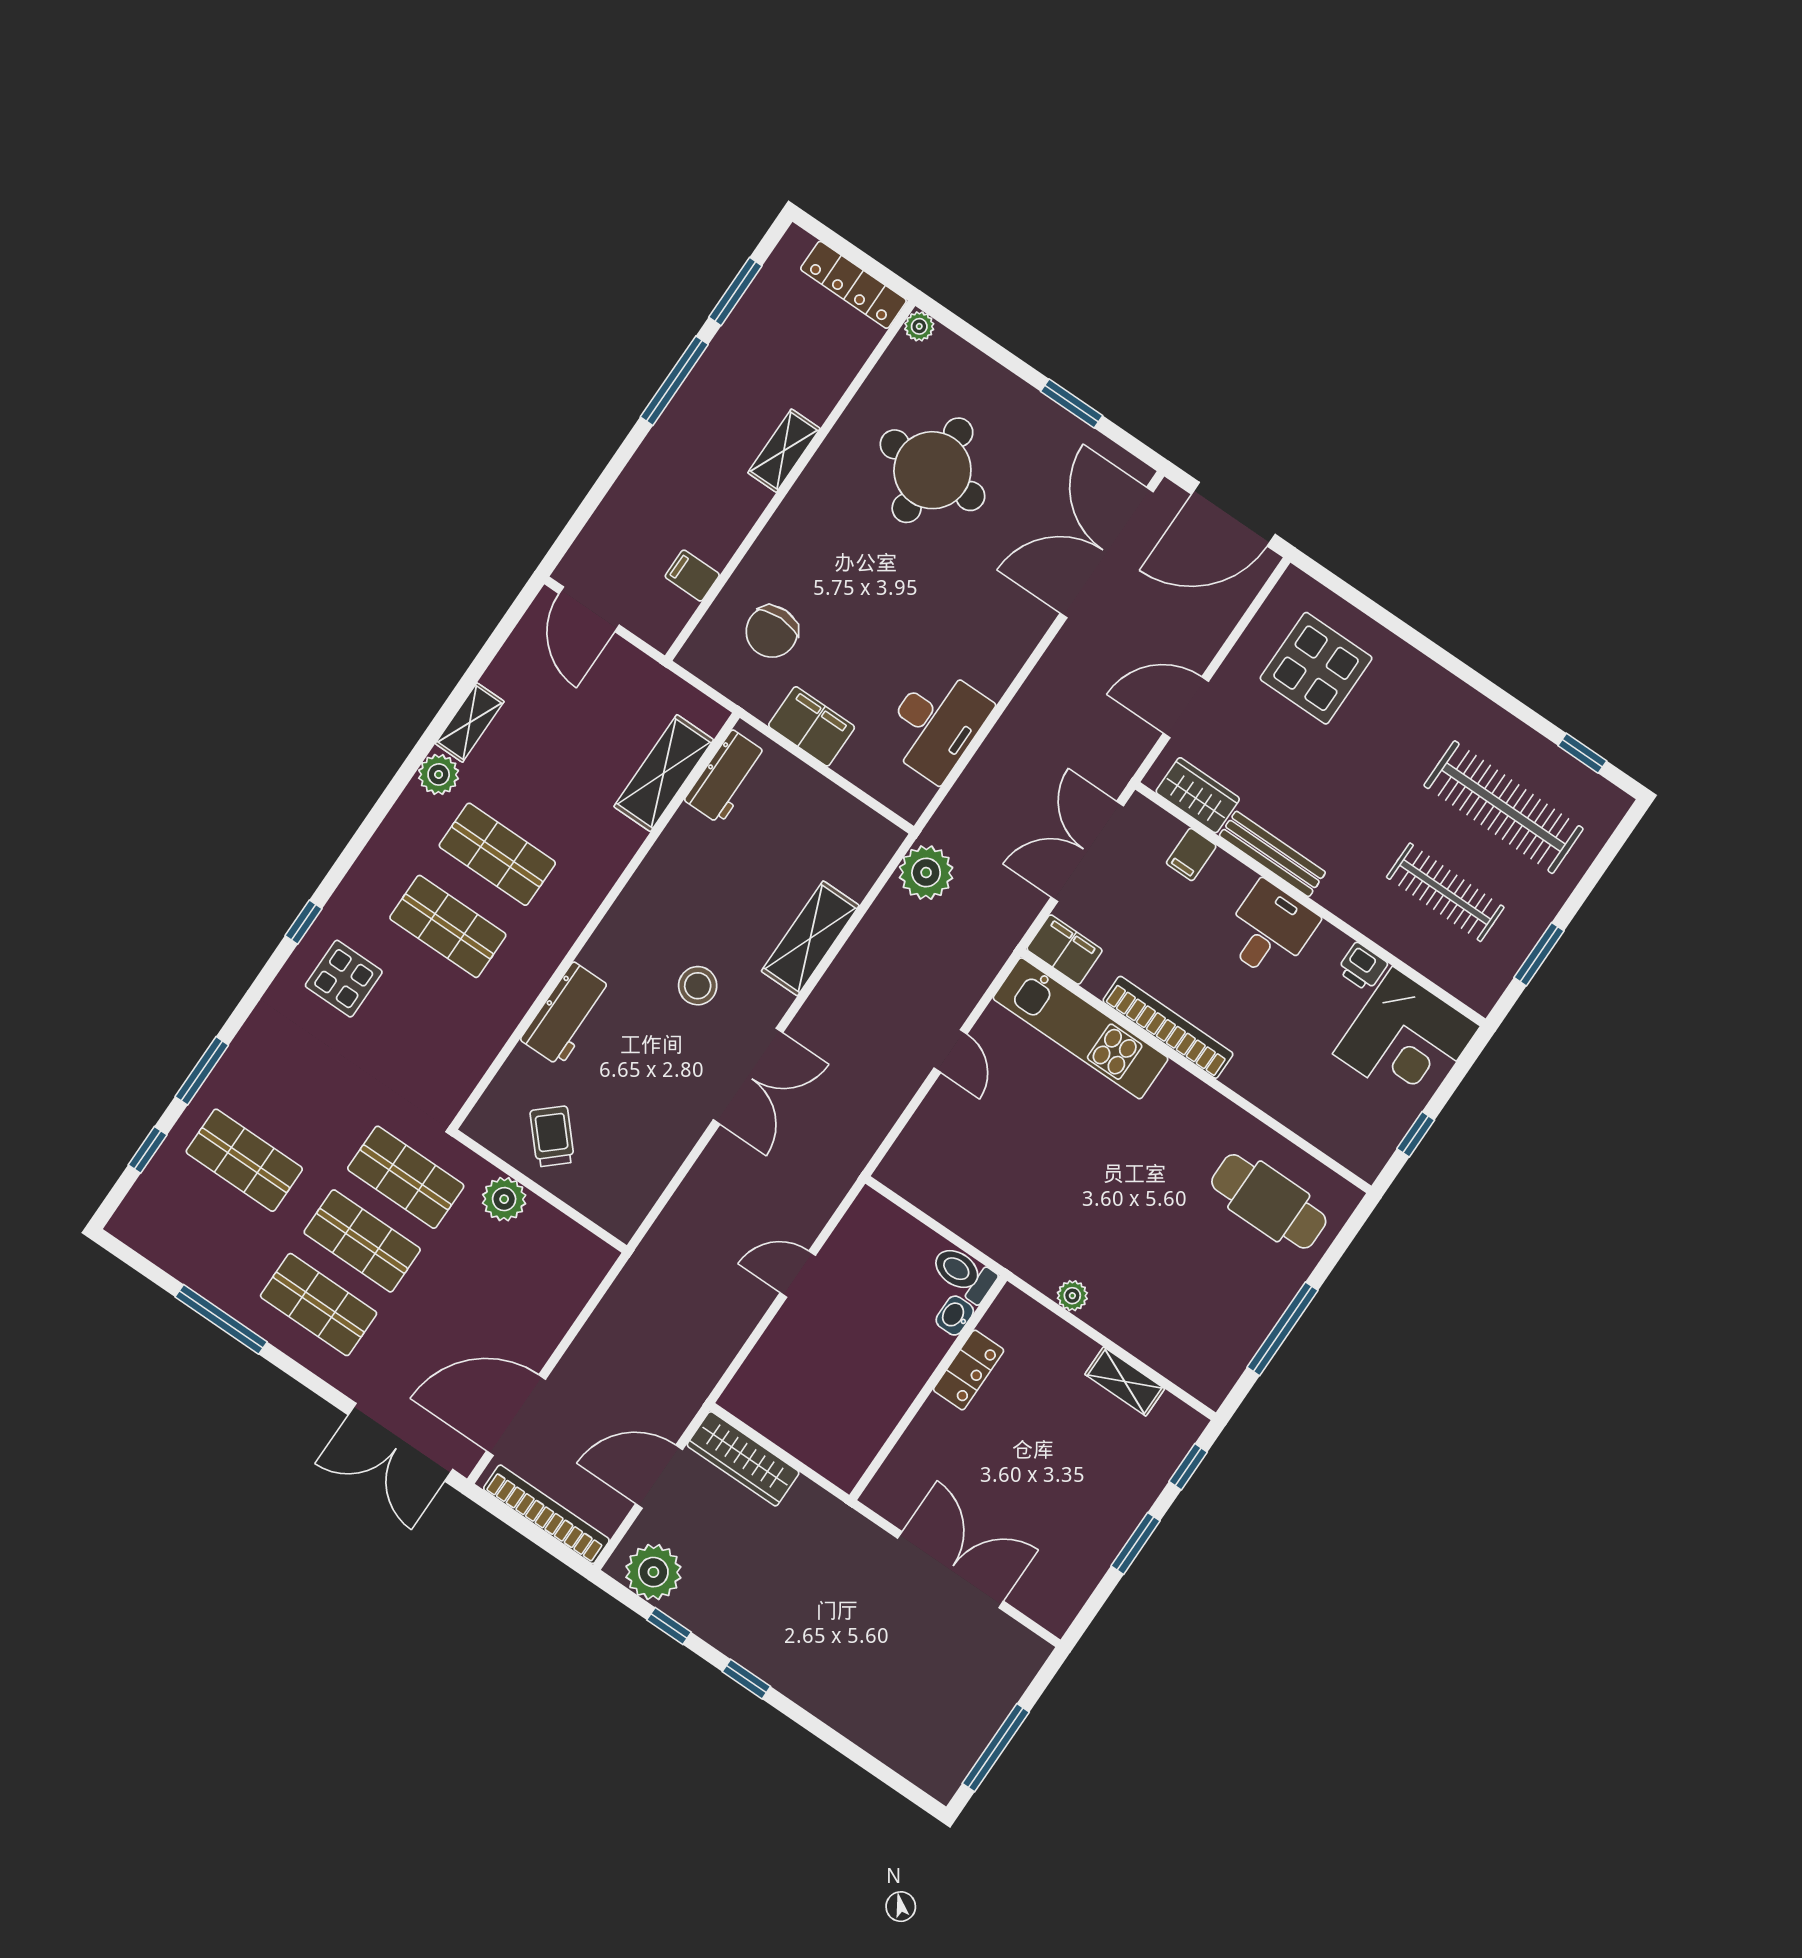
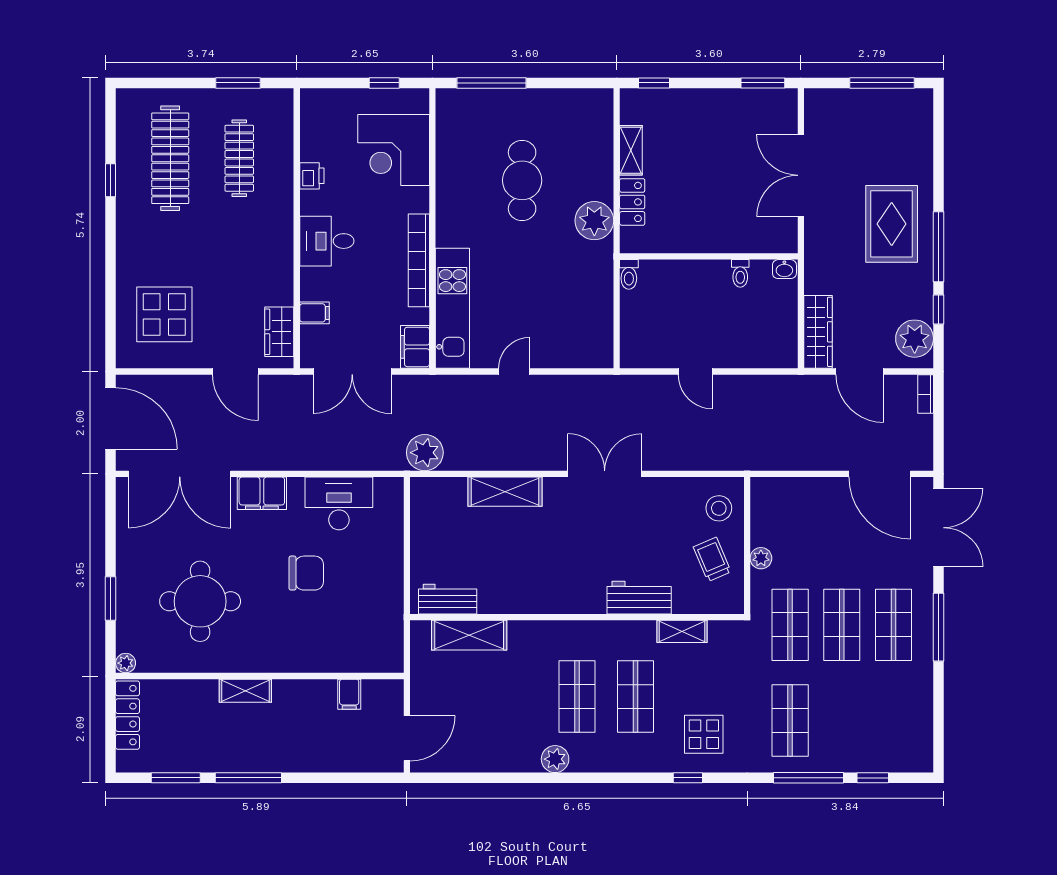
window: (1072, 404) -> (111, 599), moved
chair: (772, 632) -> (306, 573), moved
shelving: (470, 723) -> (682, 631), moved
filing cabinet: (812, 726) -> (262, 493), moved, turned -90
window: (1582, 753) -> (111, 180), moved
bench: (1272, 854) -> (283, 268), removed
stool: (698, 986) -> (719, 508), moved
corner desk: (1406, 1040) -> (394, 150), moved, turned 180
window: (202, 1071) -> (808, 778), width x1.44
trolley: (552, 1136) -> (712, 559), turned 109
shop shelf: (244, 1160) -> (790, 721), moved
plant: (504, 1199) -> (761, 558), width x0.73, depth x0.73
cafe table: (1269, 1201) -> (522, 180), moved
toilet: (963, 1274) -> (629, 274), width x0.73, depth x0.72
plant: (1072, 1296) -> (594, 221), width x1.87, depth x1.87
washbasin: (955, 1316) -> (784, 269), moved
window: (221, 1319) -> (938, 627), moved
window: (1283, 1329) -> (492, 83), moved
locker: (969, 1370) -> (632, 202), moved, turned 90
toilet: (881, 1412) -> (740, 273), added
bookcase: (546, 1514) -> (926, 394), width x0.43, depth x0.76
window: (1136, 1543) -> (763, 83), moved
rug: (814, 1640) -> (892, 224), added
window: (746, 1679) -> (938, 247), width x2.17

